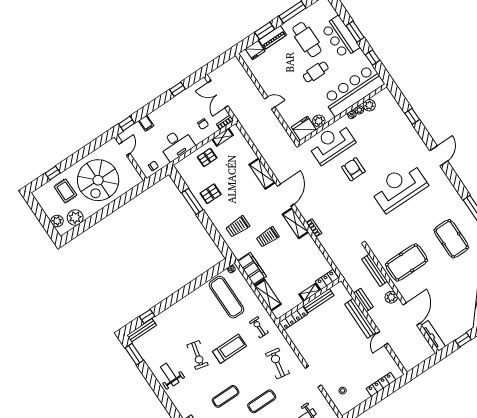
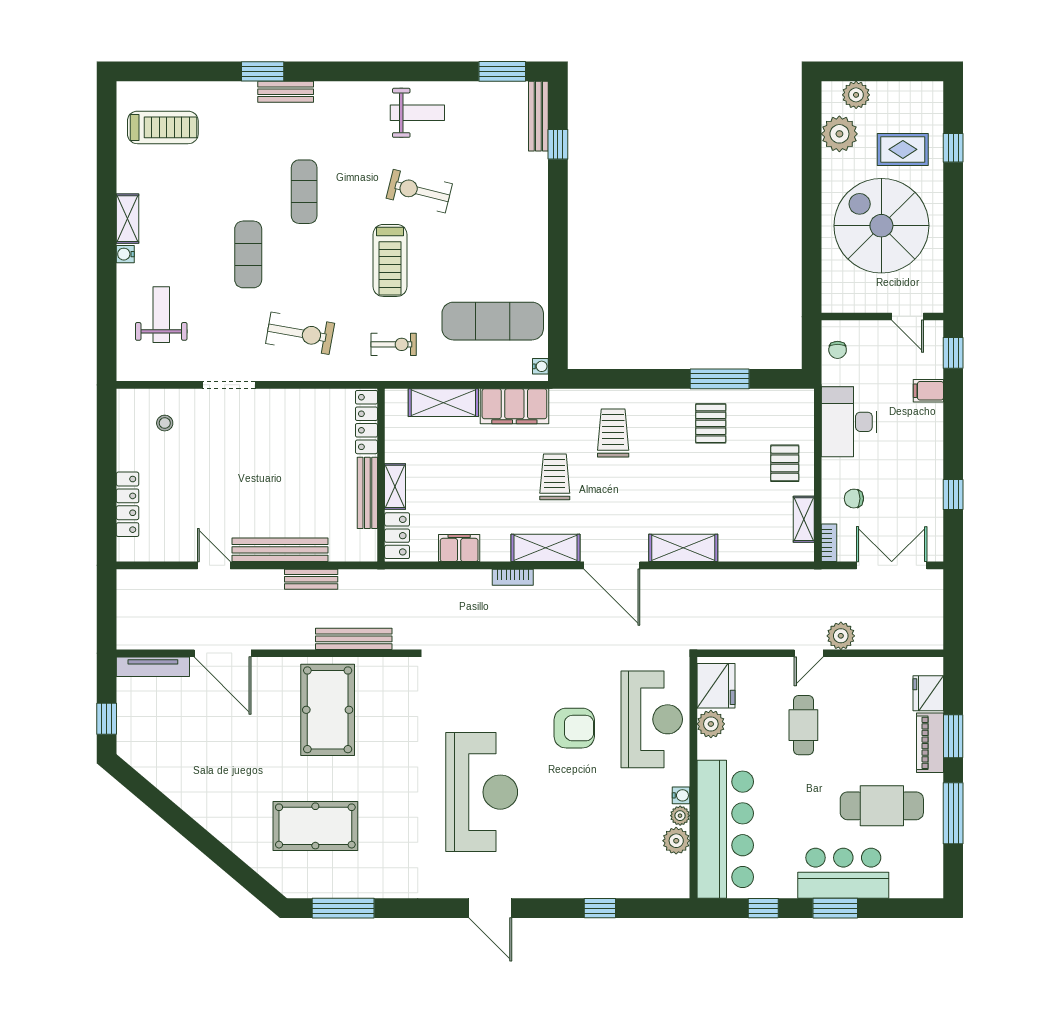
cafe table: (316, 72) -> (803, 725), moved
filing cabinet: (316, 254) -> (459, 548), added
plant: (391, 297) -> (841, 636), moved

